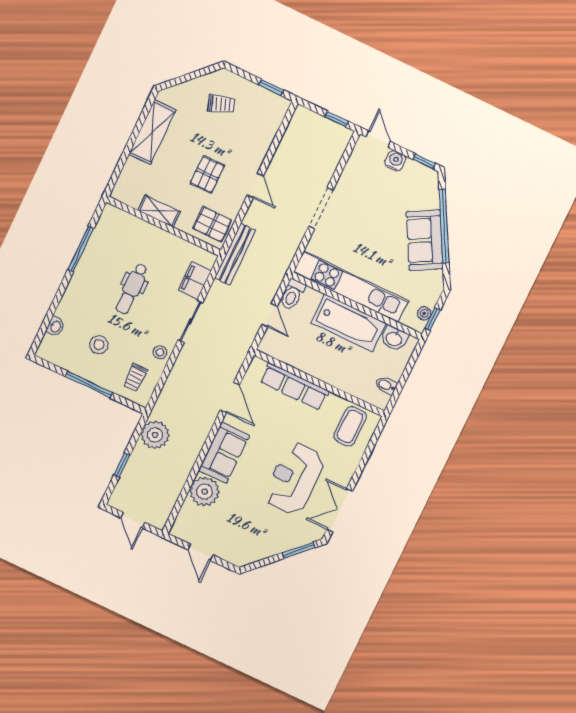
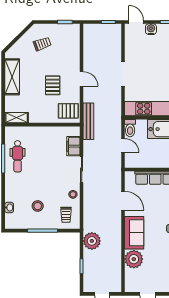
shelving: (159, 211) -> (17, 118), moved
dental chair: (132, 289) -> (18, 156), moved

